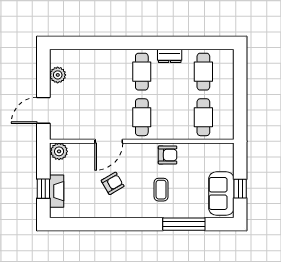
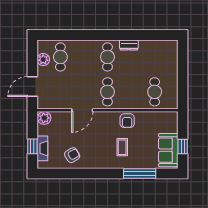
cafe table: (203, 72) -> (60, 57), moved
armchair: (168, 155) -> (127, 121), turned 90
armchair: (113, 183) -> (72, 155), moved

